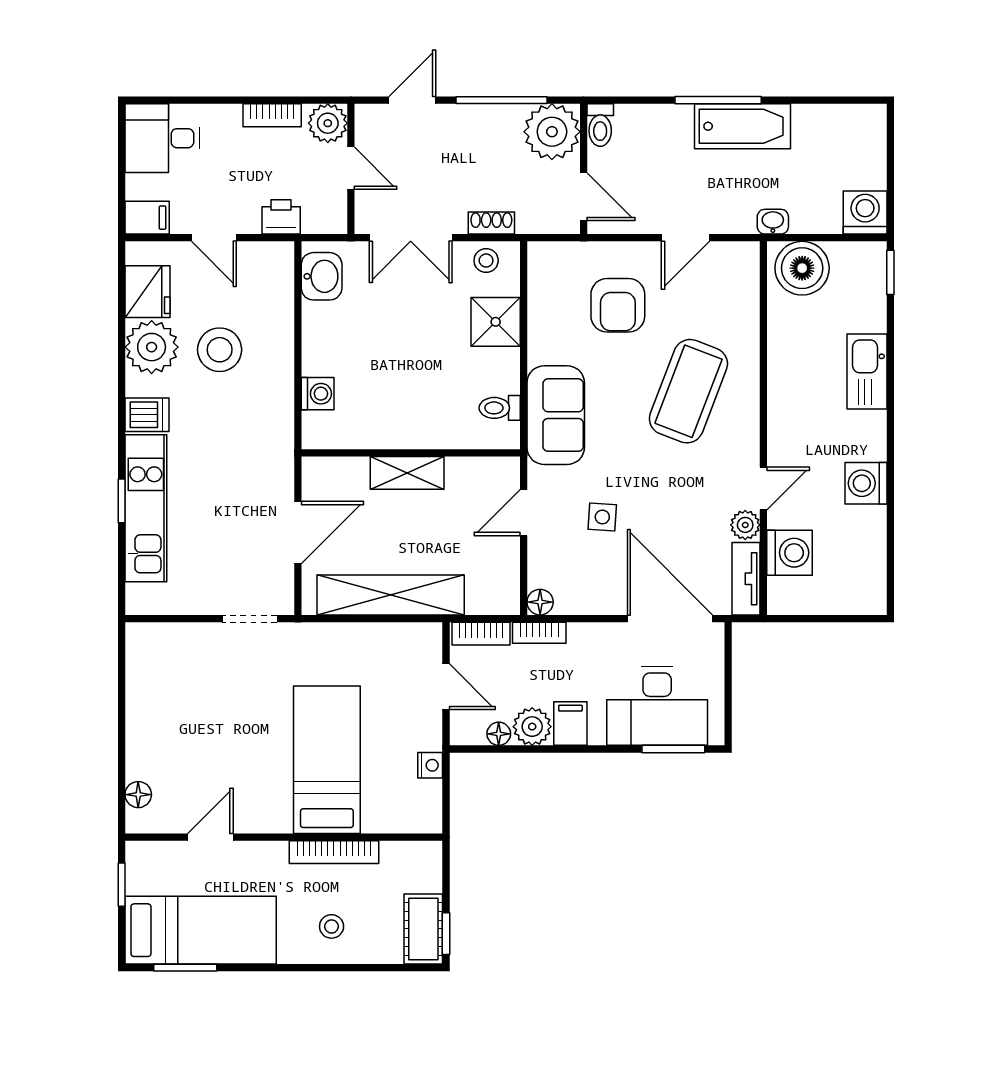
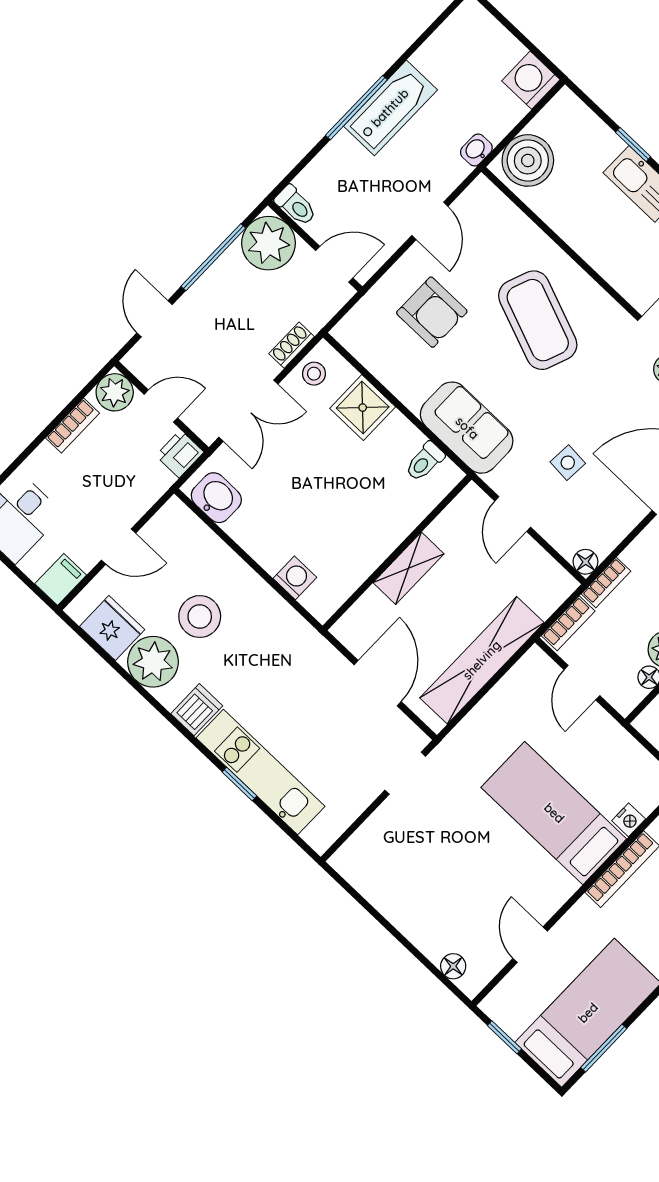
printer: (281, 217) -> (180, 454), moved
window: (890, 272) -> (633, 144), moved
door: (446, 687) -> (582, 683), swing flipped
nightstand: (430, 765) -> (629, 820), moved, turned 90

